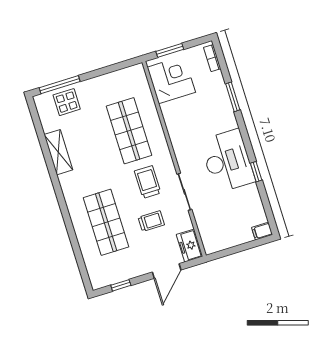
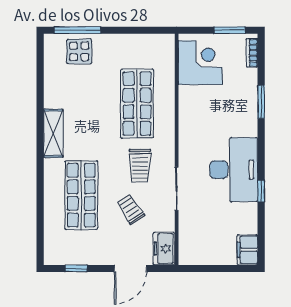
window: (170, 50) -> (230, 30), moved
shelving: (58, 152) -> (53, 133), moved
trolley: (148, 182) -> (140, 166), turned 180
trolley: (151, 221) -> (131, 209), turned -123
filing cabinet: (262, 231) -> (248, 250), width x2.00

